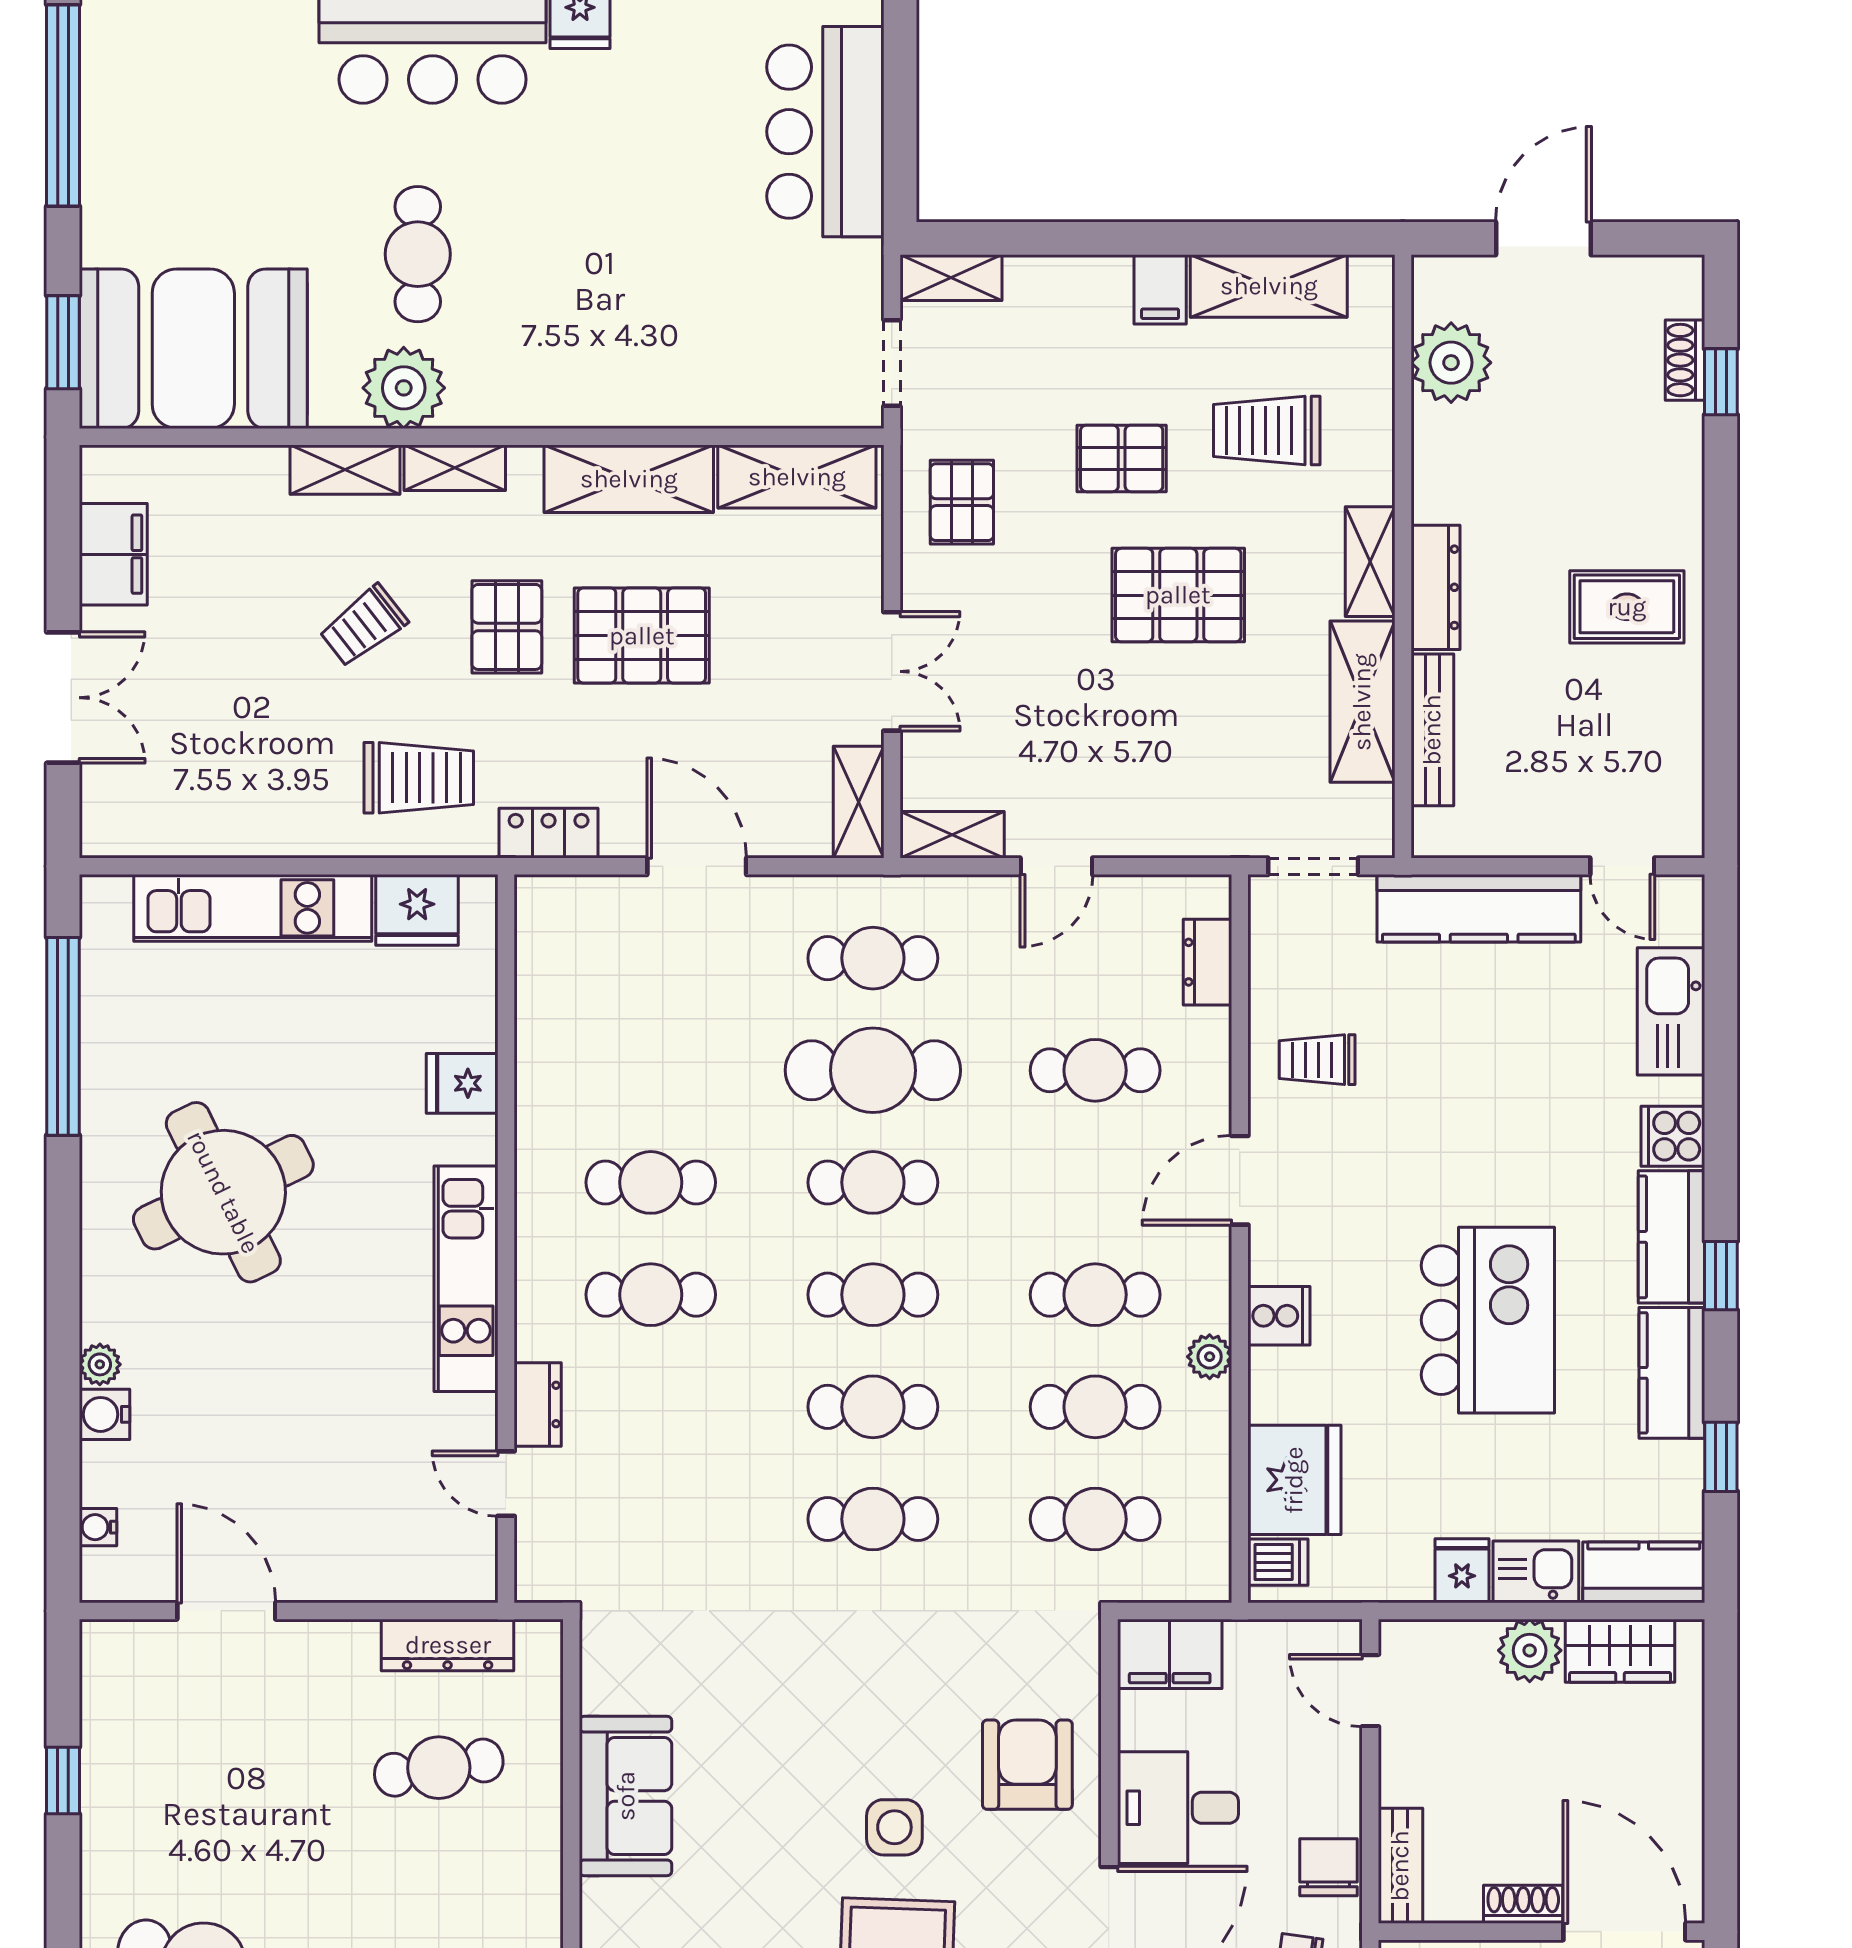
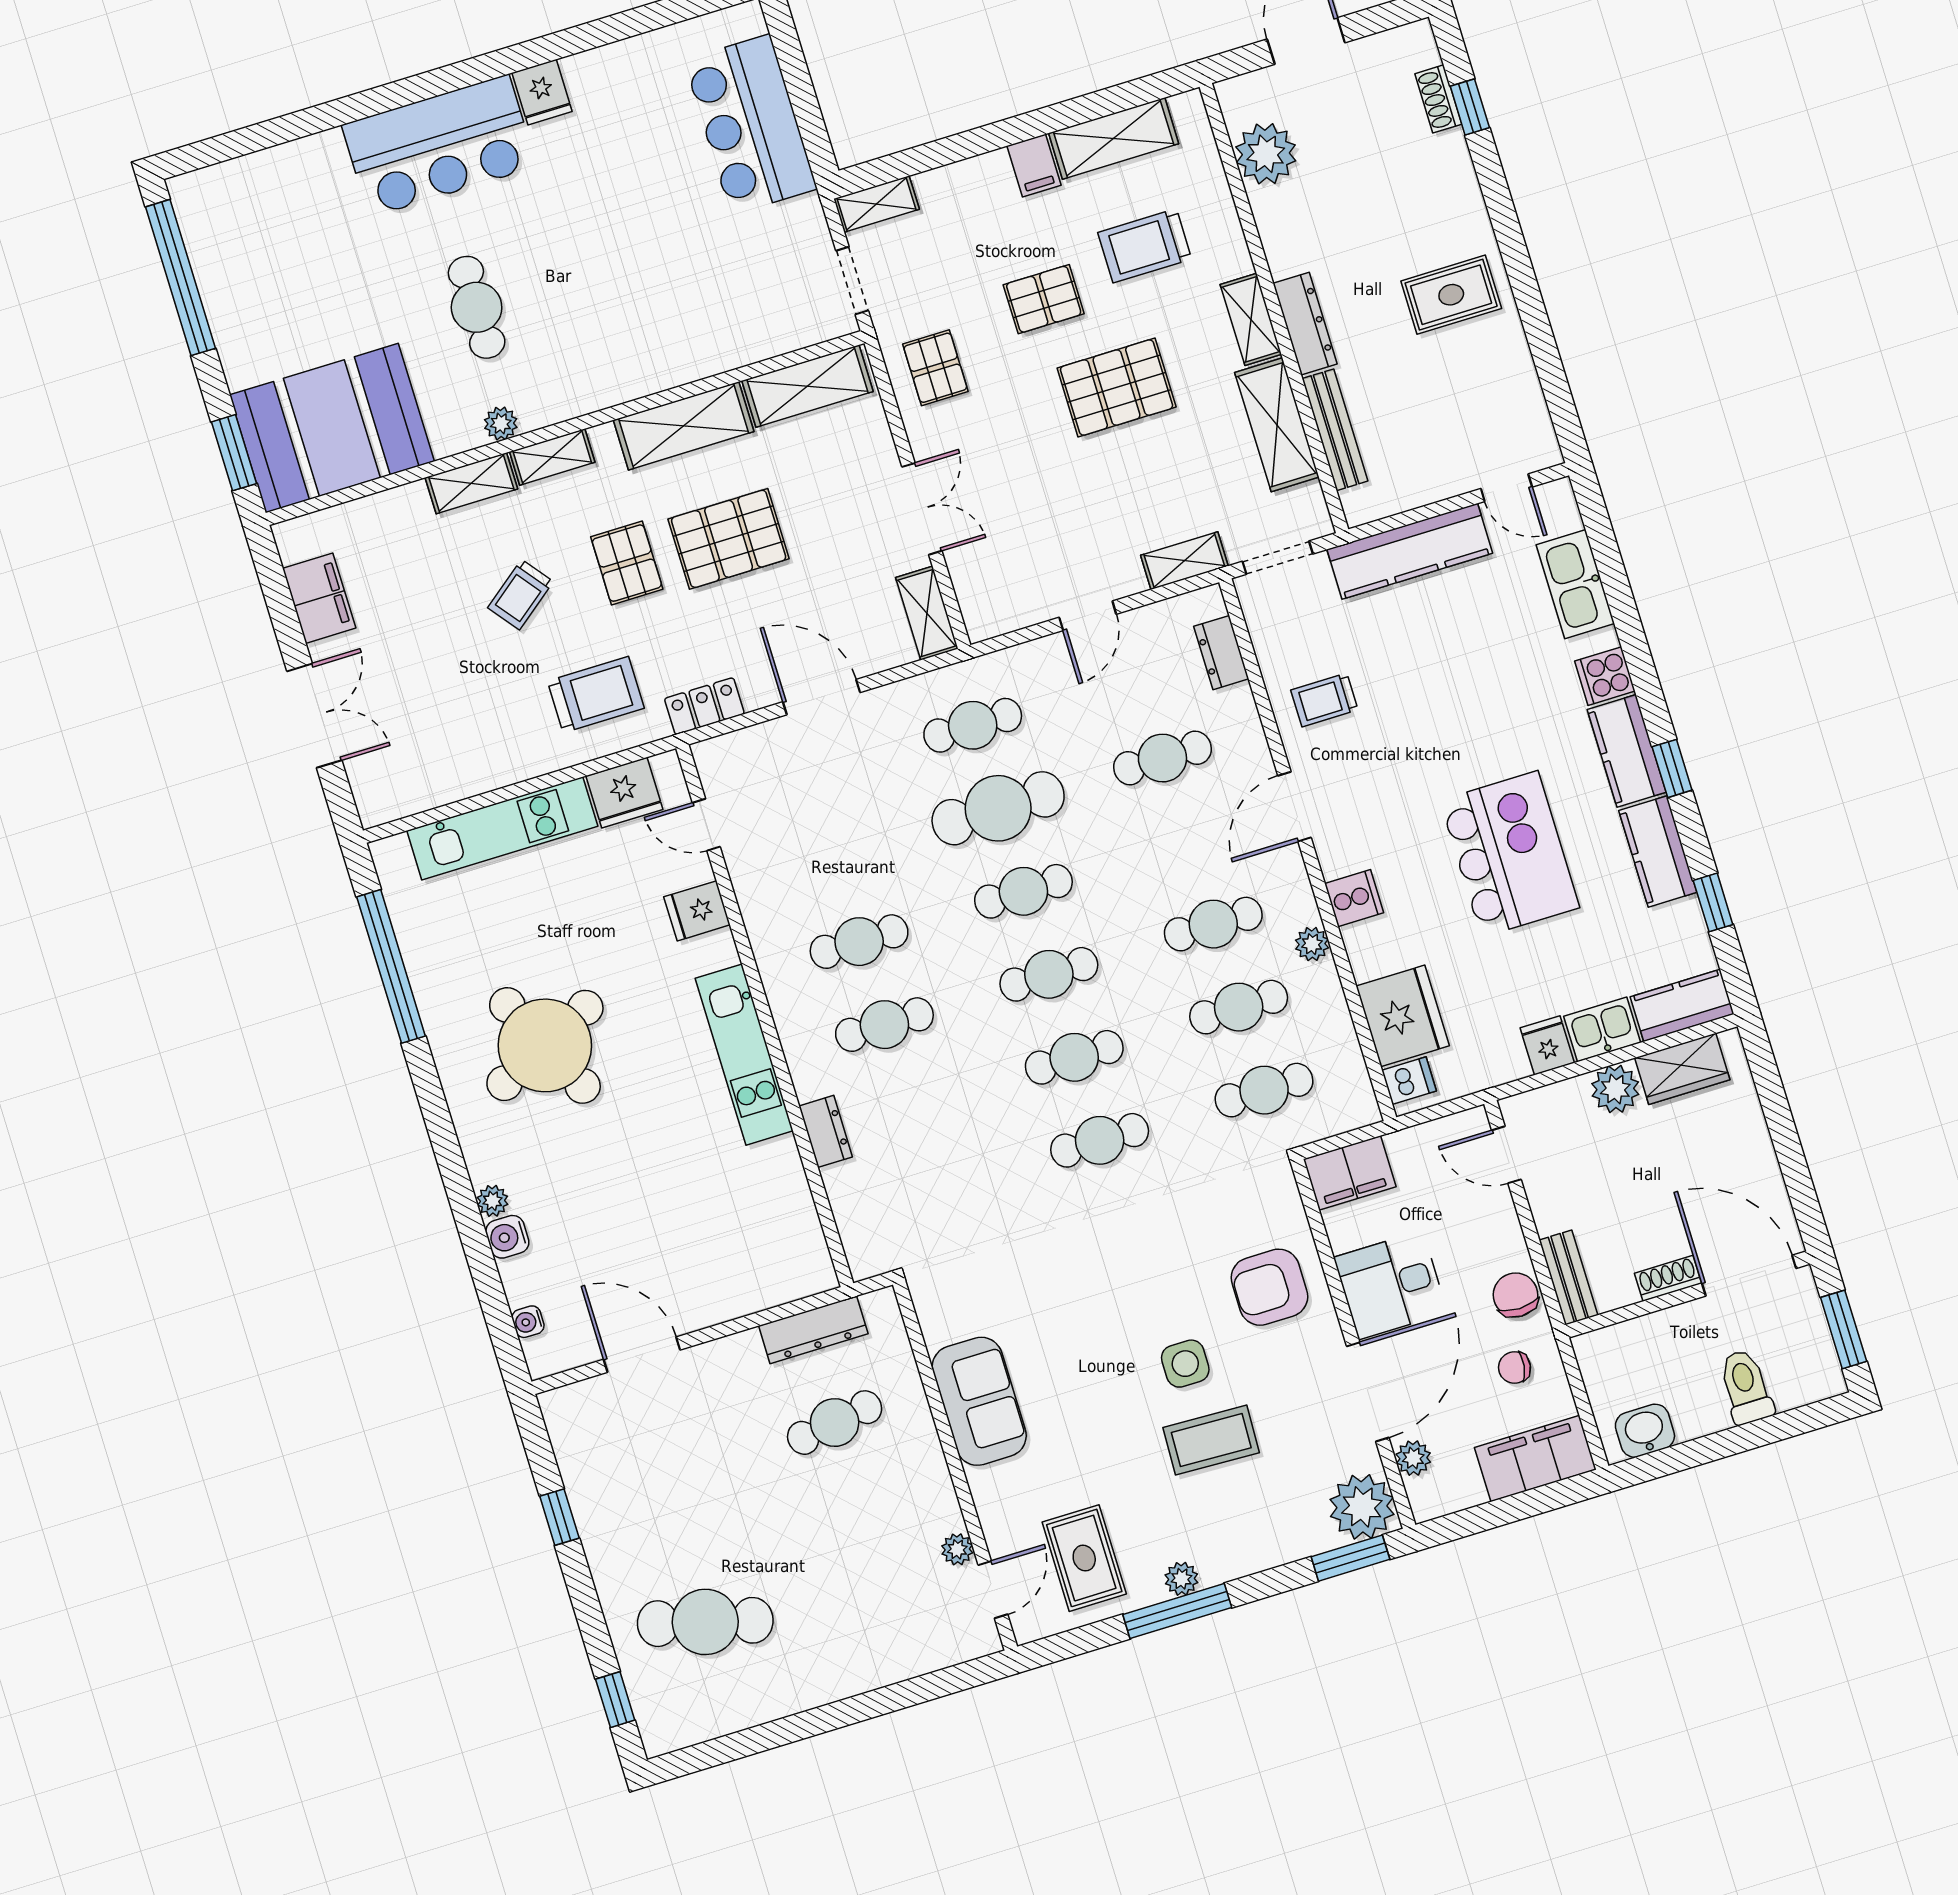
plant: (404, 388) -> (501, 424), width x0.53, depth x0.53
shelving: (952, 835) -> (1184, 561), moved
door: (506, 1484) -> (706, 825), moved
armchair: (1027, 1765) -> (1269, 1287), turned -90

